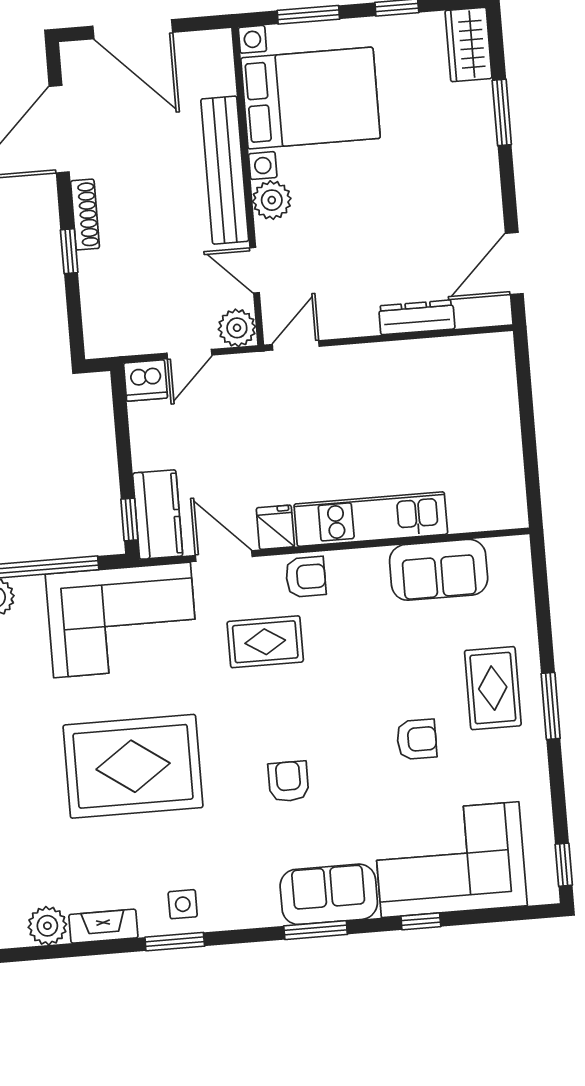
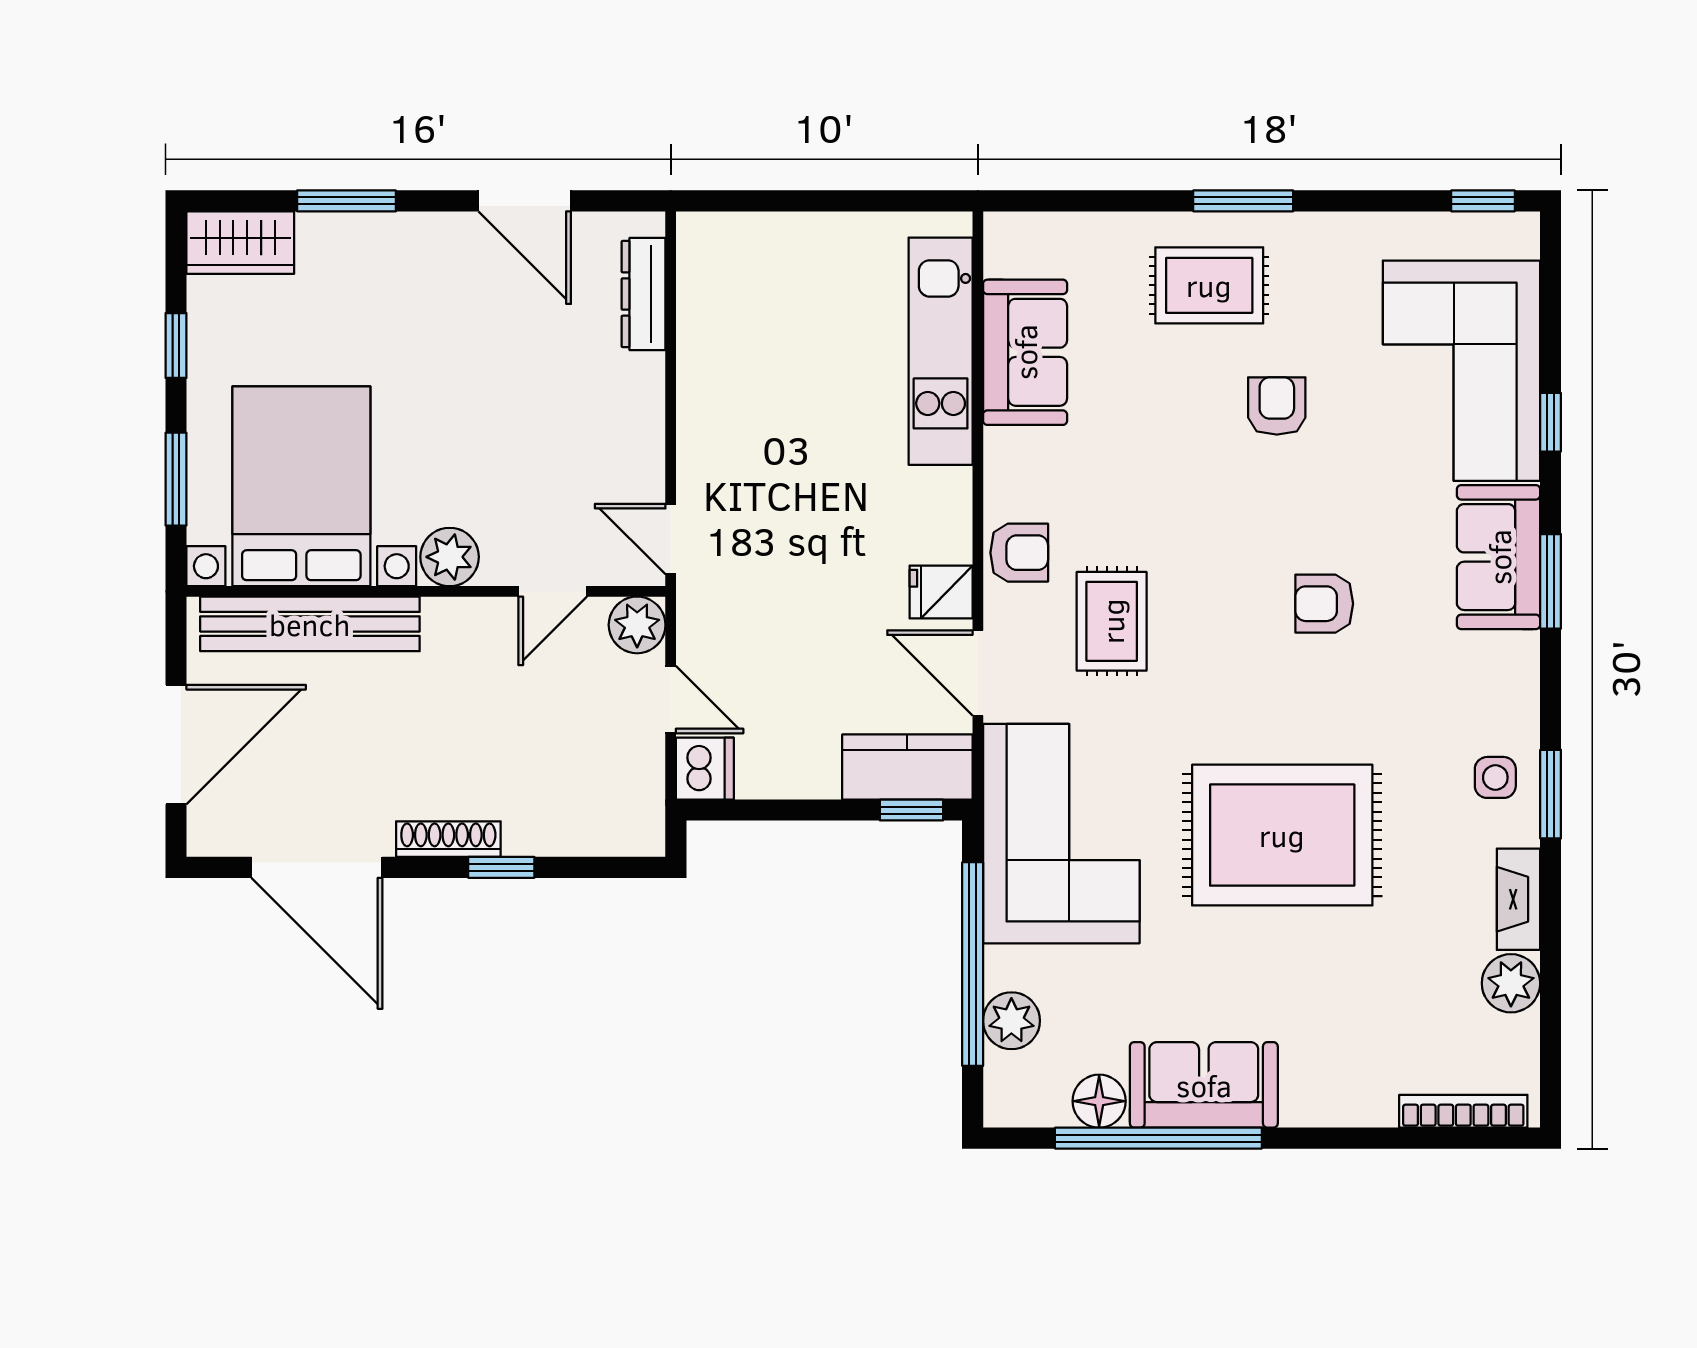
bench: (225, 170) -> (310, 624), moved
door: (514, 263) -> (525, 201), moved
dresser: (417, 317) -> (643, 294), moved
kitchen unit: (371, 519) -> (941, 351), moved
door: (224, 556) -> (978, 673), hinge flipped
armchair: (306, 577) -> (1019, 553), turned 90
rug: (133, 766) -> (1282, 835), turned 90

